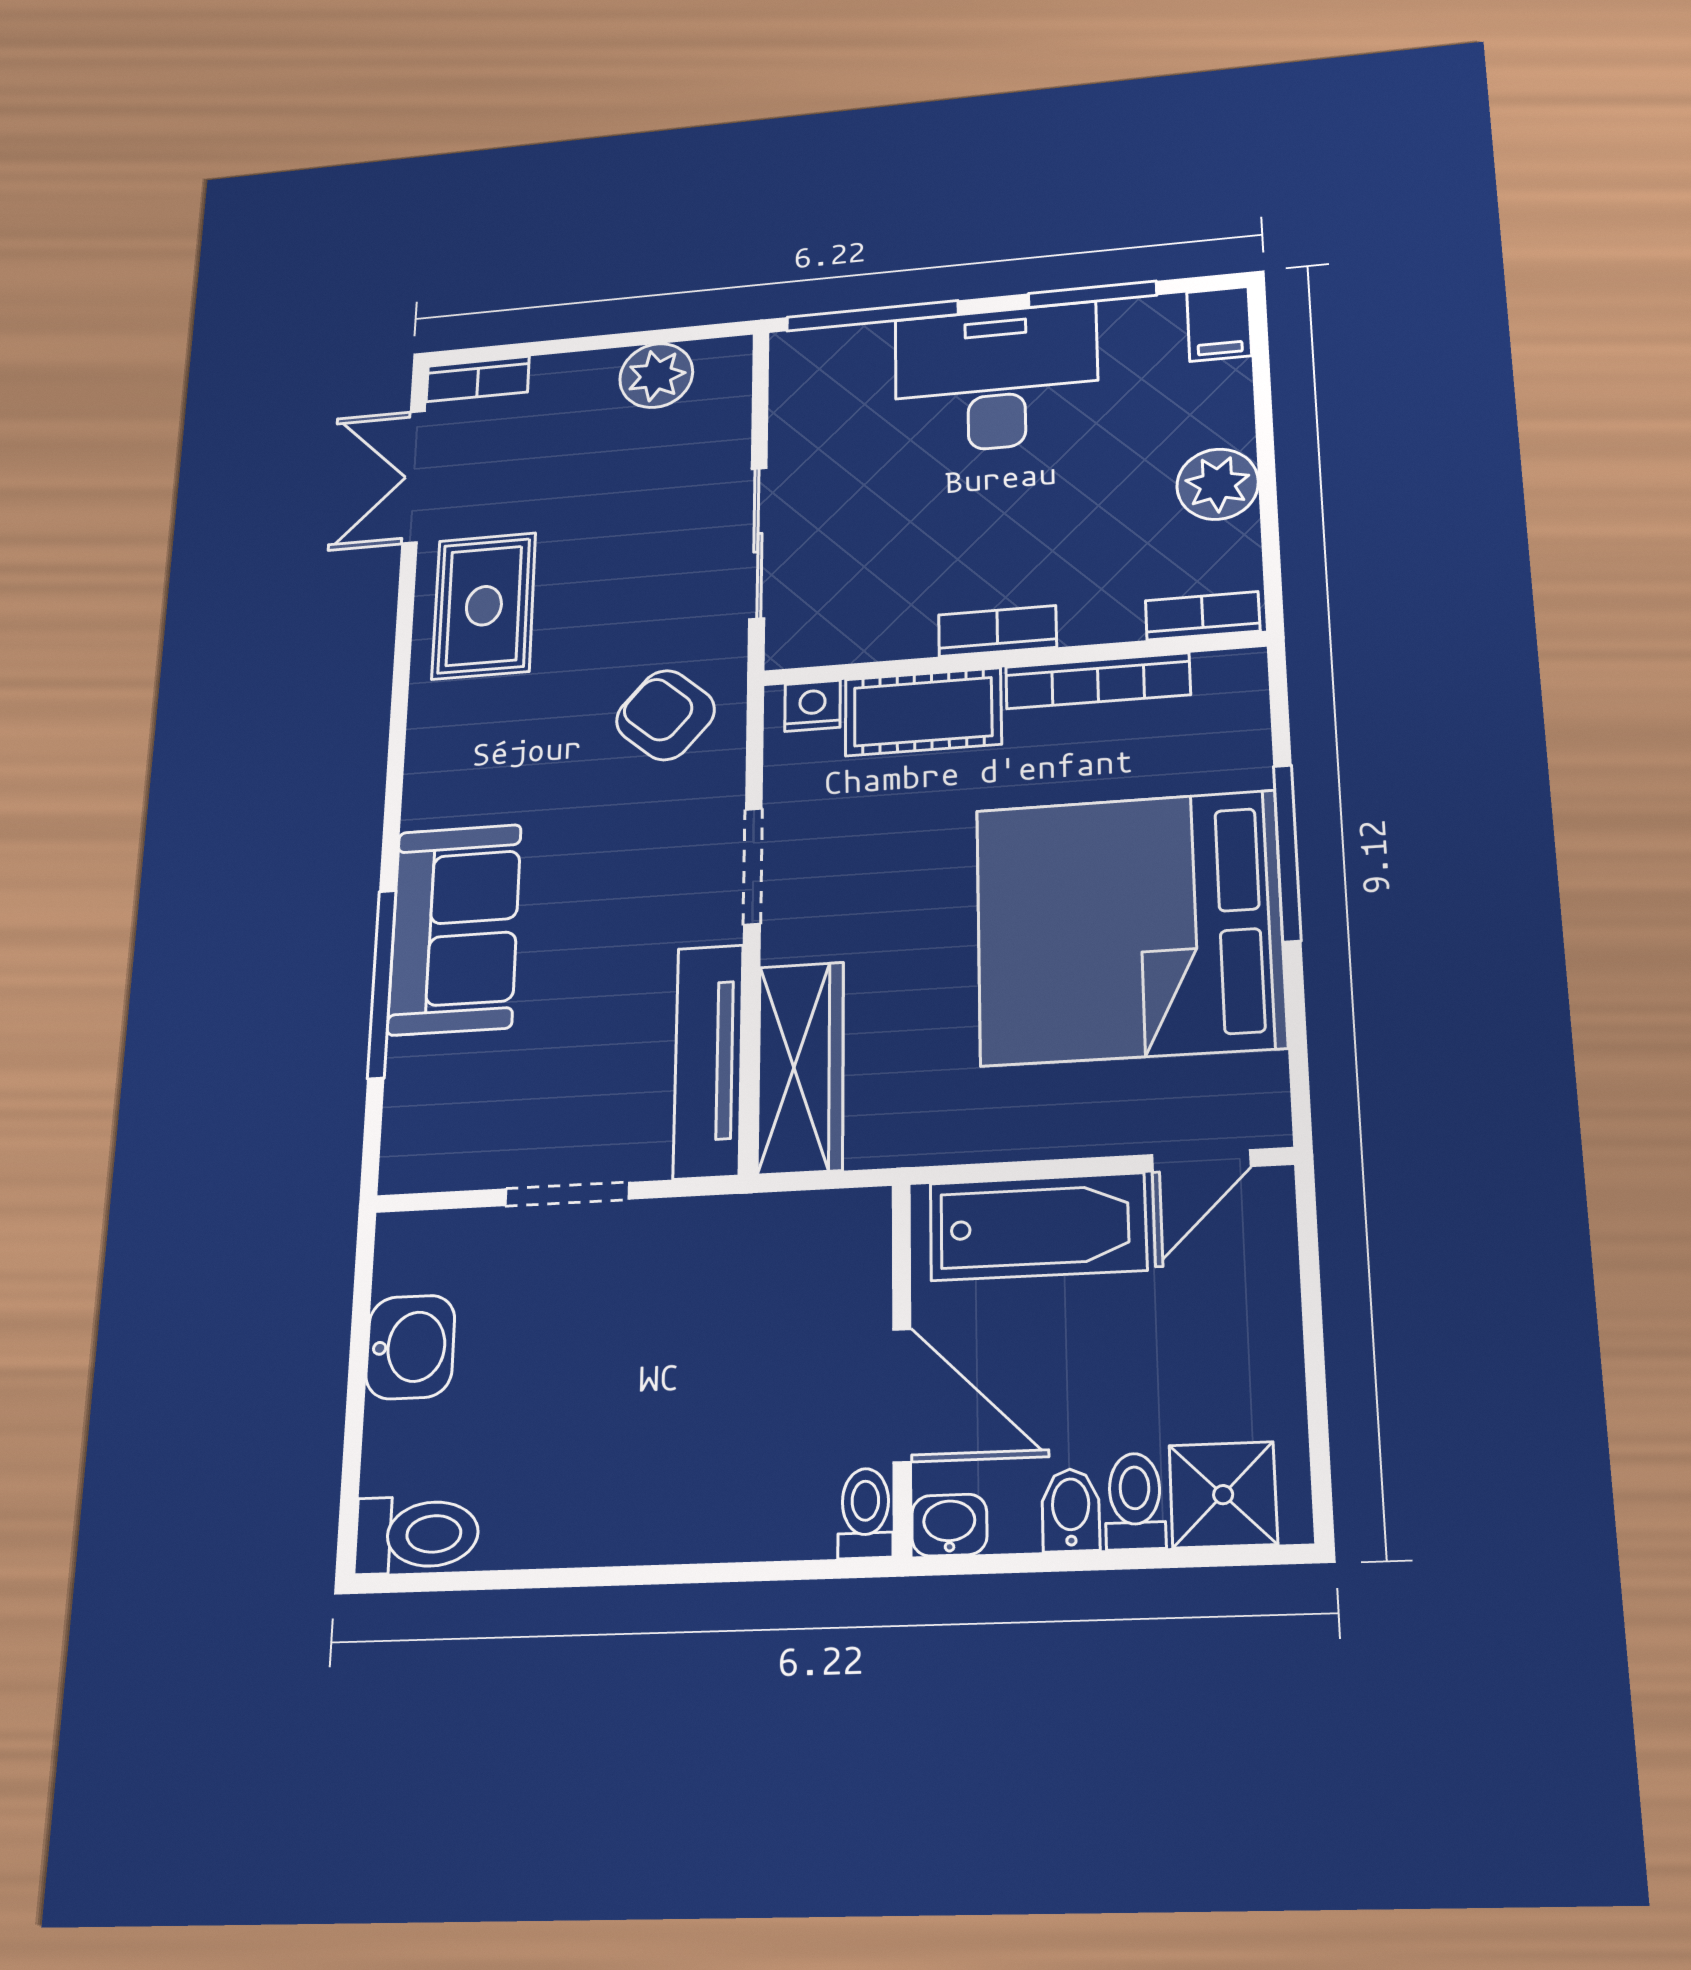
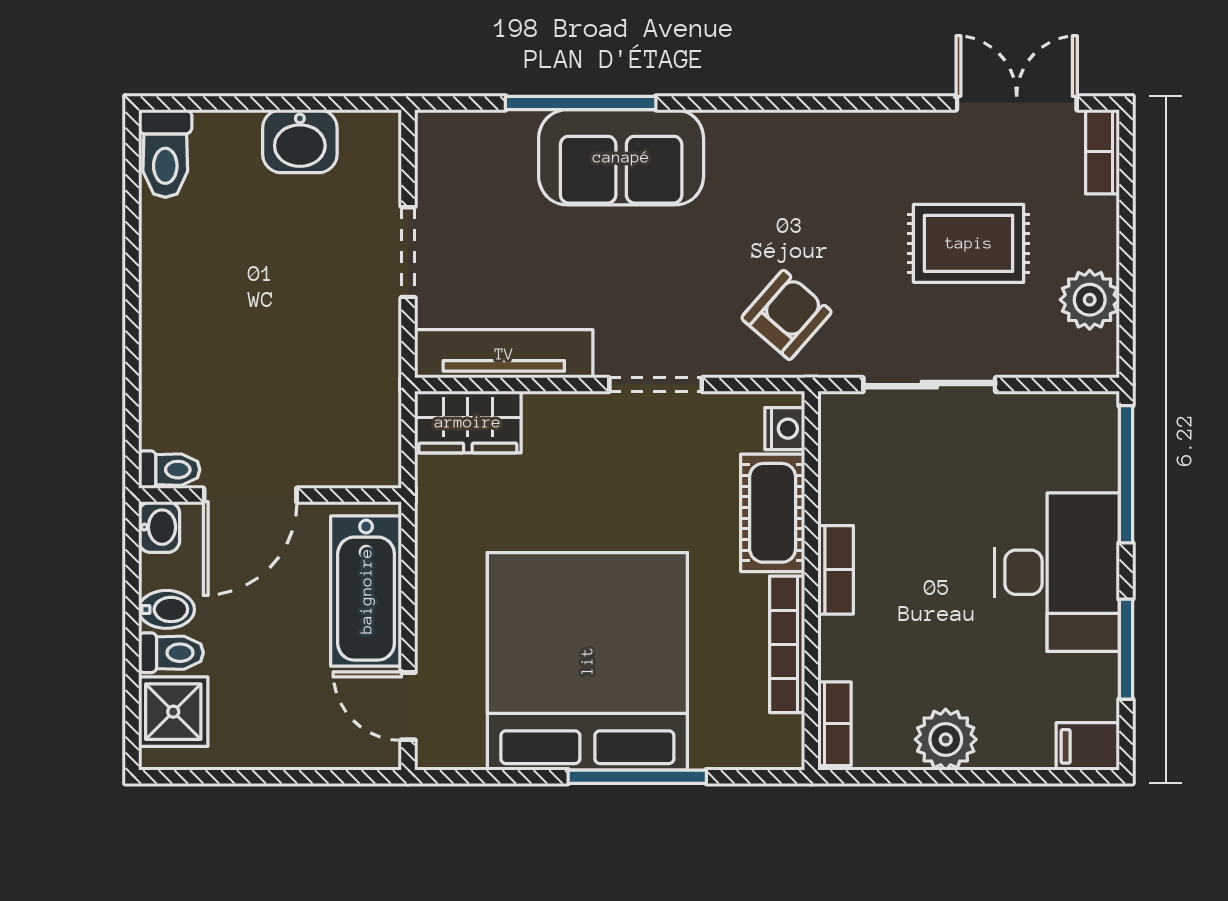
rug: (484, 606) -> (969, 243), moved
wardrobe: (801, 1068) -> (468, 422), width x0.67

